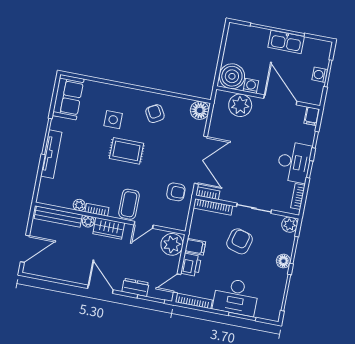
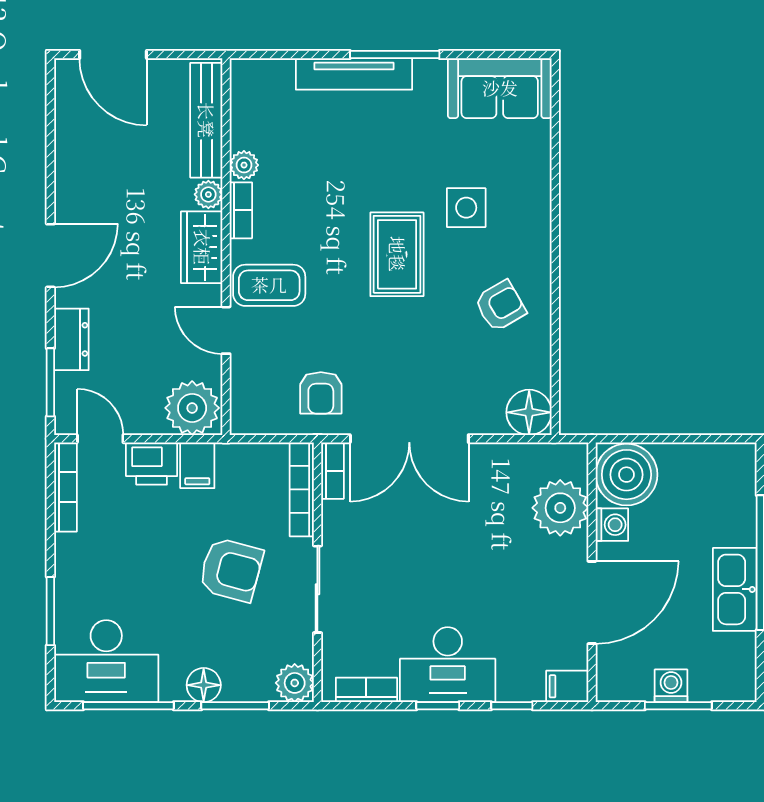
desk: (236, 297) -> (106, 661), moved, turned -90

